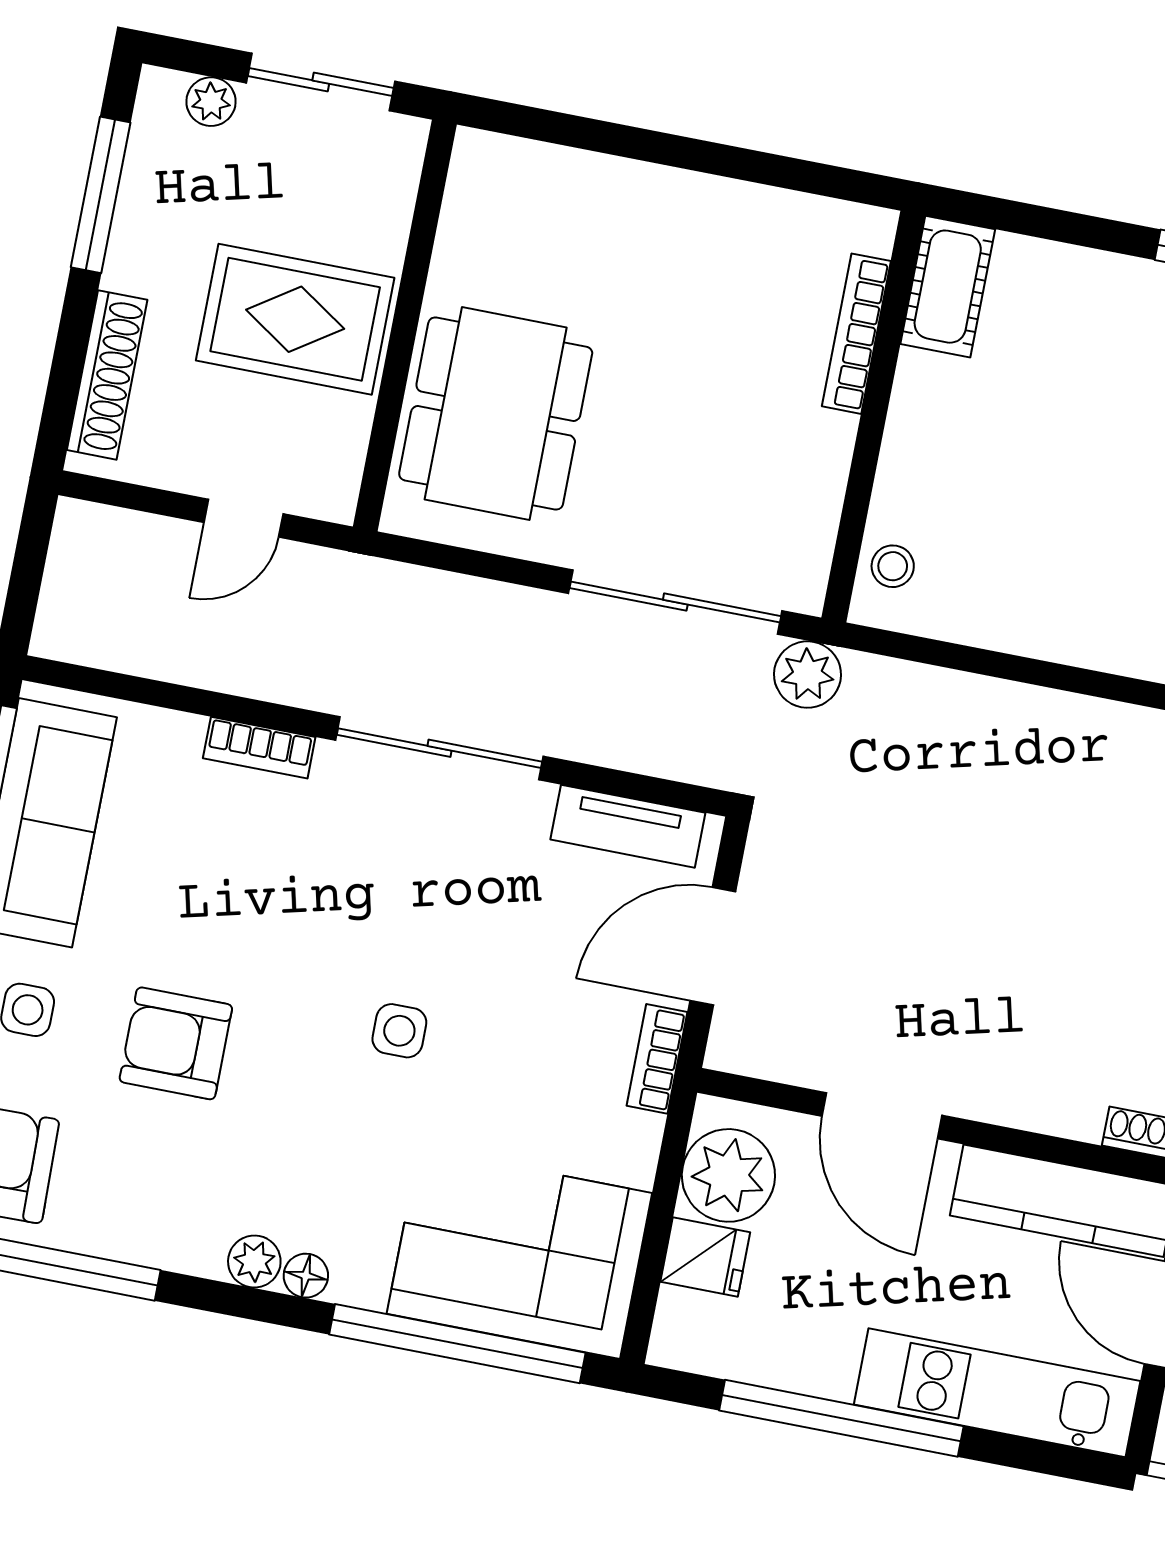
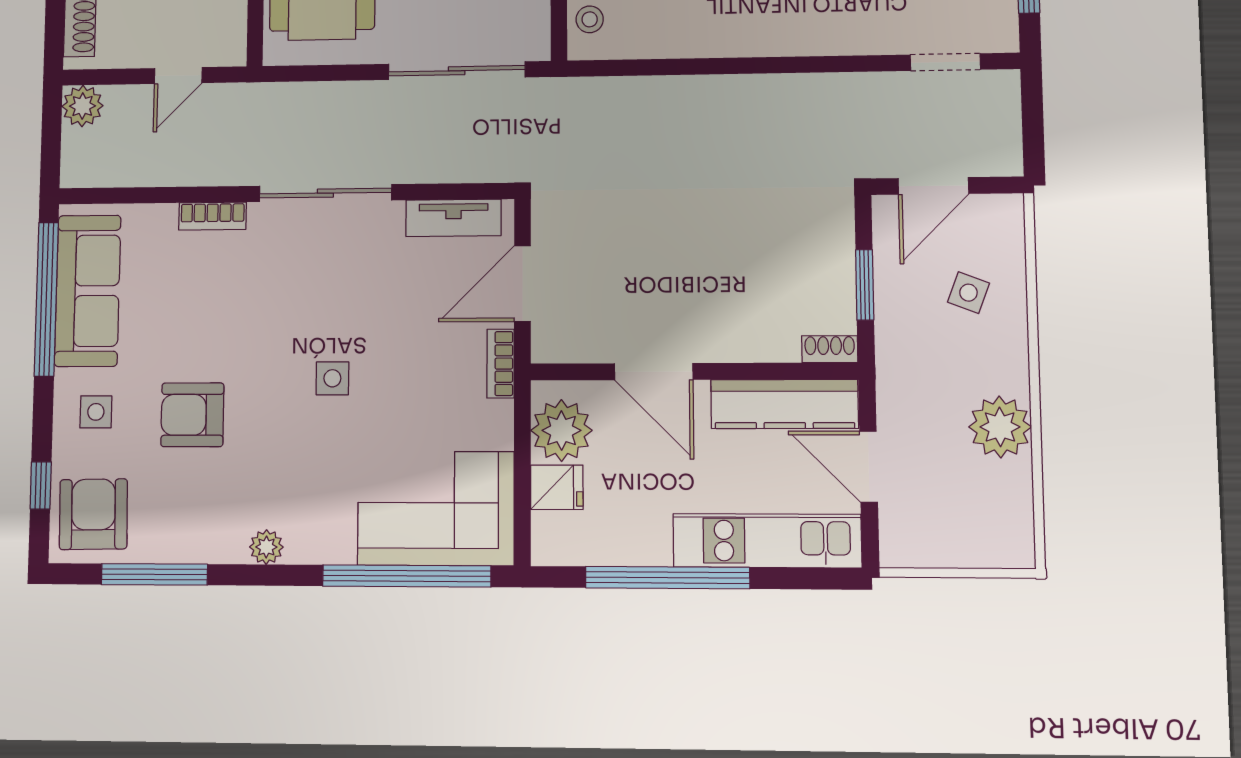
plant: (808, 675) -> (82, 106), moved
floor lamp: (306, 1276) -> (301, 550), removed

